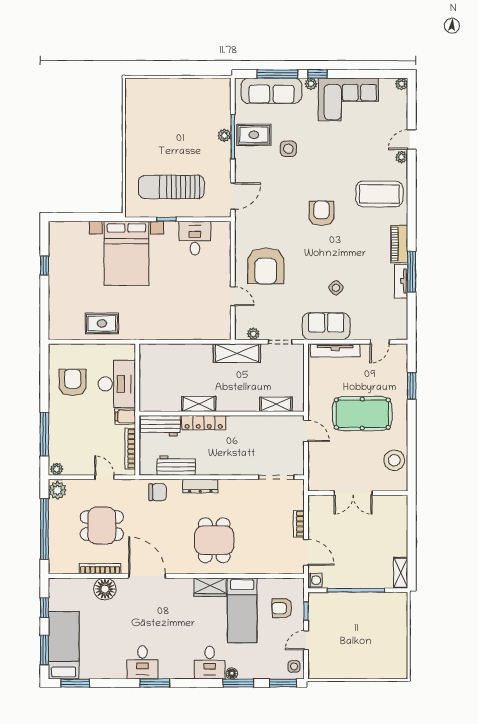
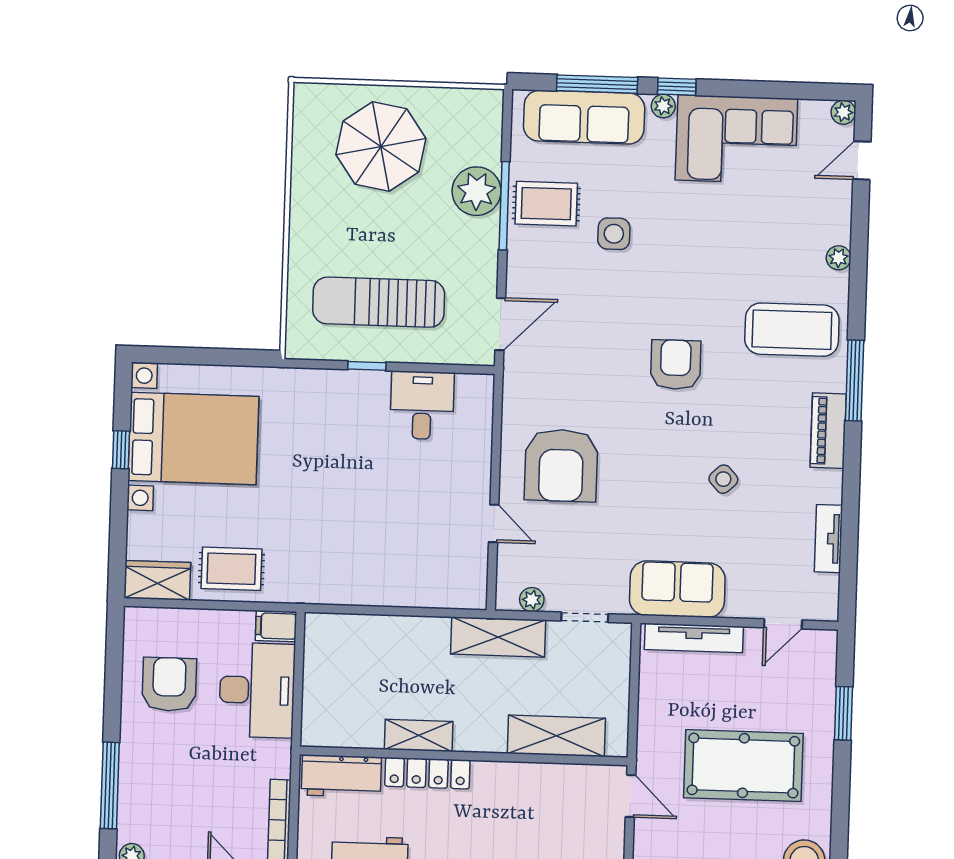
parasol: (170, 109) -> (381, 147), added
plant: (224, 135) -> (476, 191), width x1.87, depth x1.87
door: (412, 140) -> (862, 160), moved
bed with nightstands: (126, 253) -> (193, 438), moved, turned -90
window: (412, 272) -> (855, 381), moved
tv unit: (401, 281) -> (828, 539), moved
side table: (336, 288) -> (723, 479), moved
wardrobe: (65, 330) -> (157, 580), added
shelving: (276, 404) -> (556, 736), width x1.50, depth x1.33
filing cabinet: (125, 416) -> (276, 626), moved

